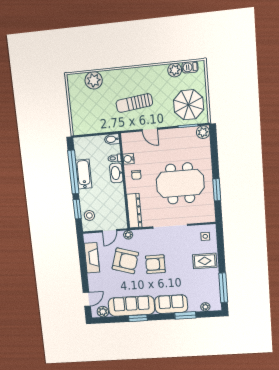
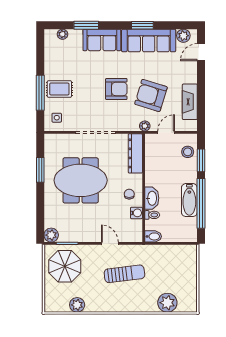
barbecue: (190, 67) -> (60, 306), removed
window: (223, 288) -> (40, 93), moved

